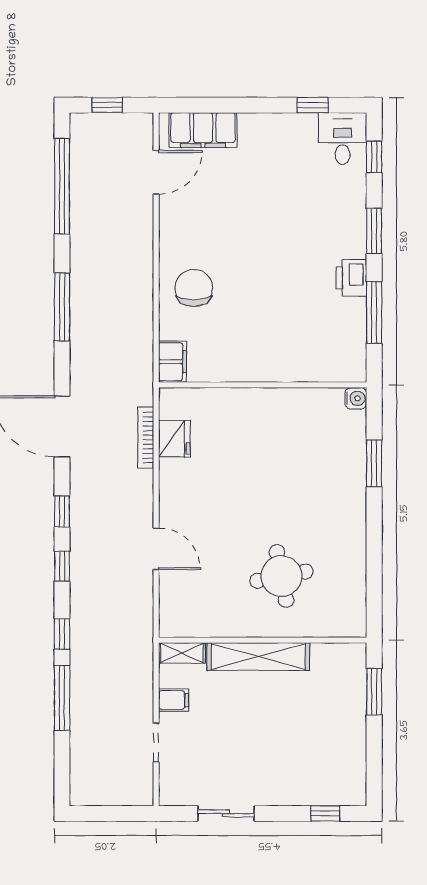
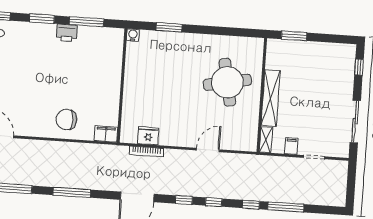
round table: (281, 576) -> (227, 82), width x1.36, depth x1.36
sliding door: (226, 813) -> (355, 122), width x1.37

